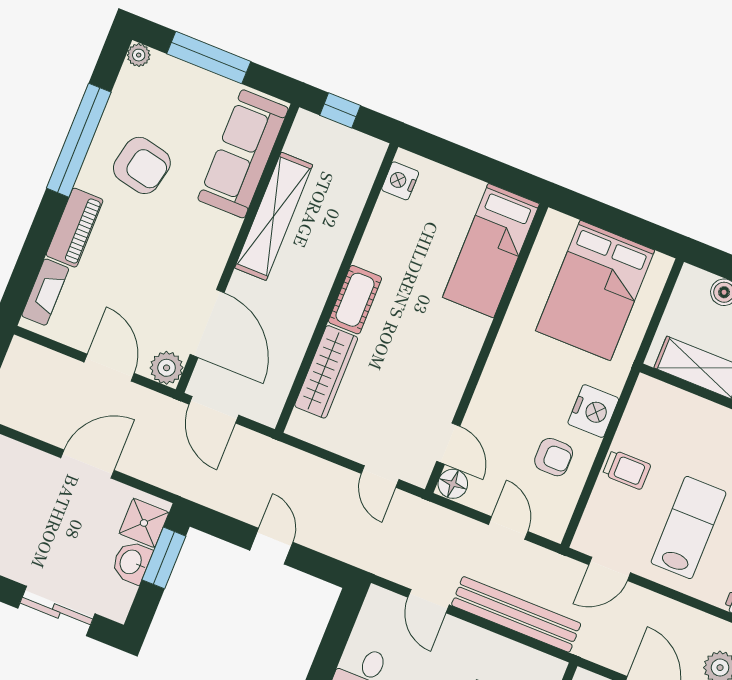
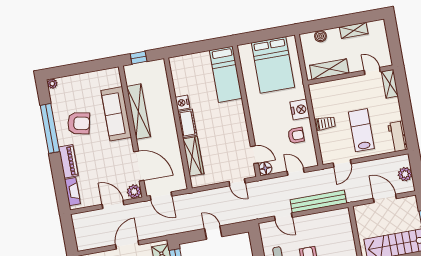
window: (209, 58) -> (78, 68), removed
sofa: (243, 154) -> (116, 114), moved
nightstand: (400, 181) -> (183, 103), moved

